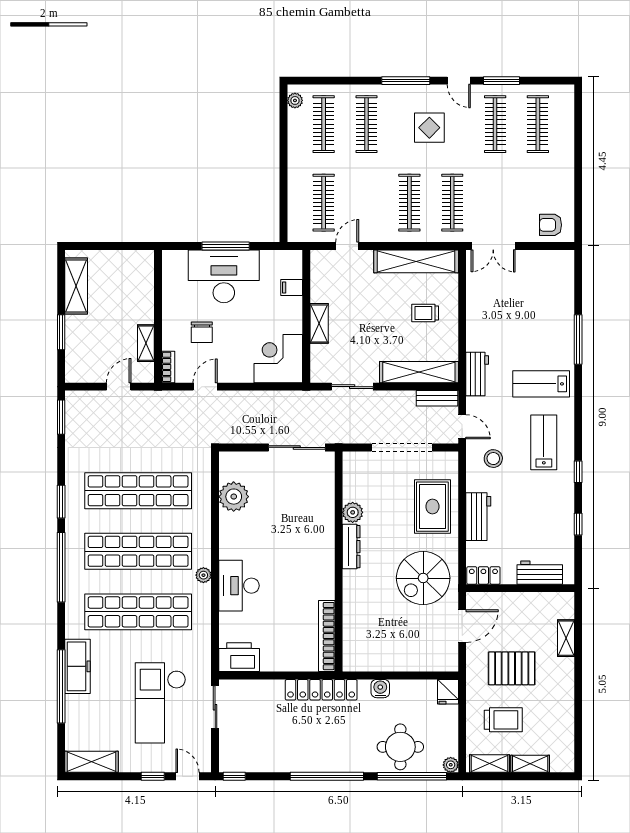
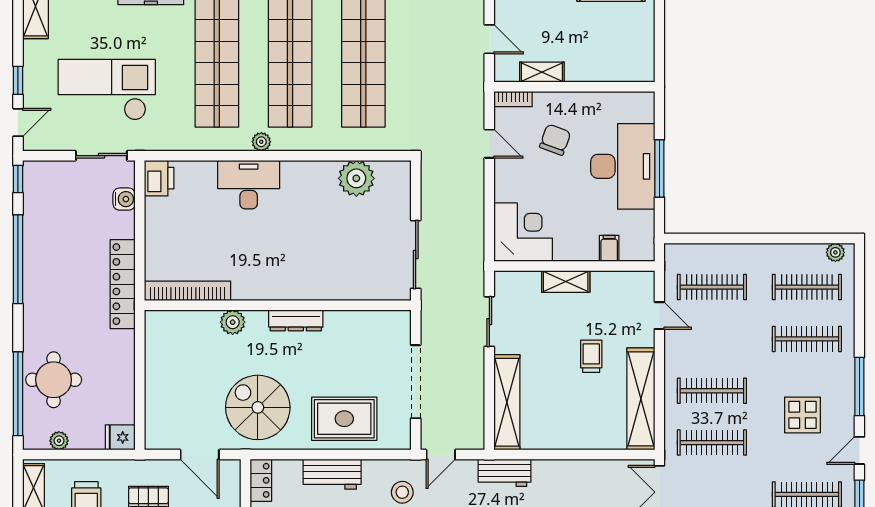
trolley: (425, 313) -> (591, 356), moved
chair: (202, 332) -> (555, 140), turned 110
bench: (437, 398) -> (475, 424), removed
plant: (353, 512) -> (233, 322), moved
printer: (239, 657) -> (159, 178), width x0.73, depth x0.84
water cooler: (380, 689) -> (124, 199), moved
plant: (451, 765) -> (59, 441), moved
window: (327, 776) -> (18, 259), moved

